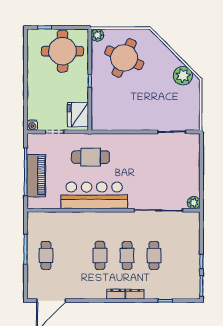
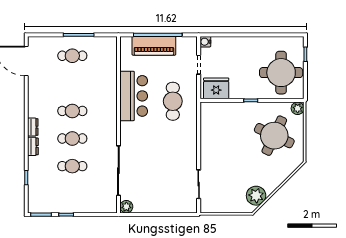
bar counter: (94, 195) -> (134, 96), width x0.73

